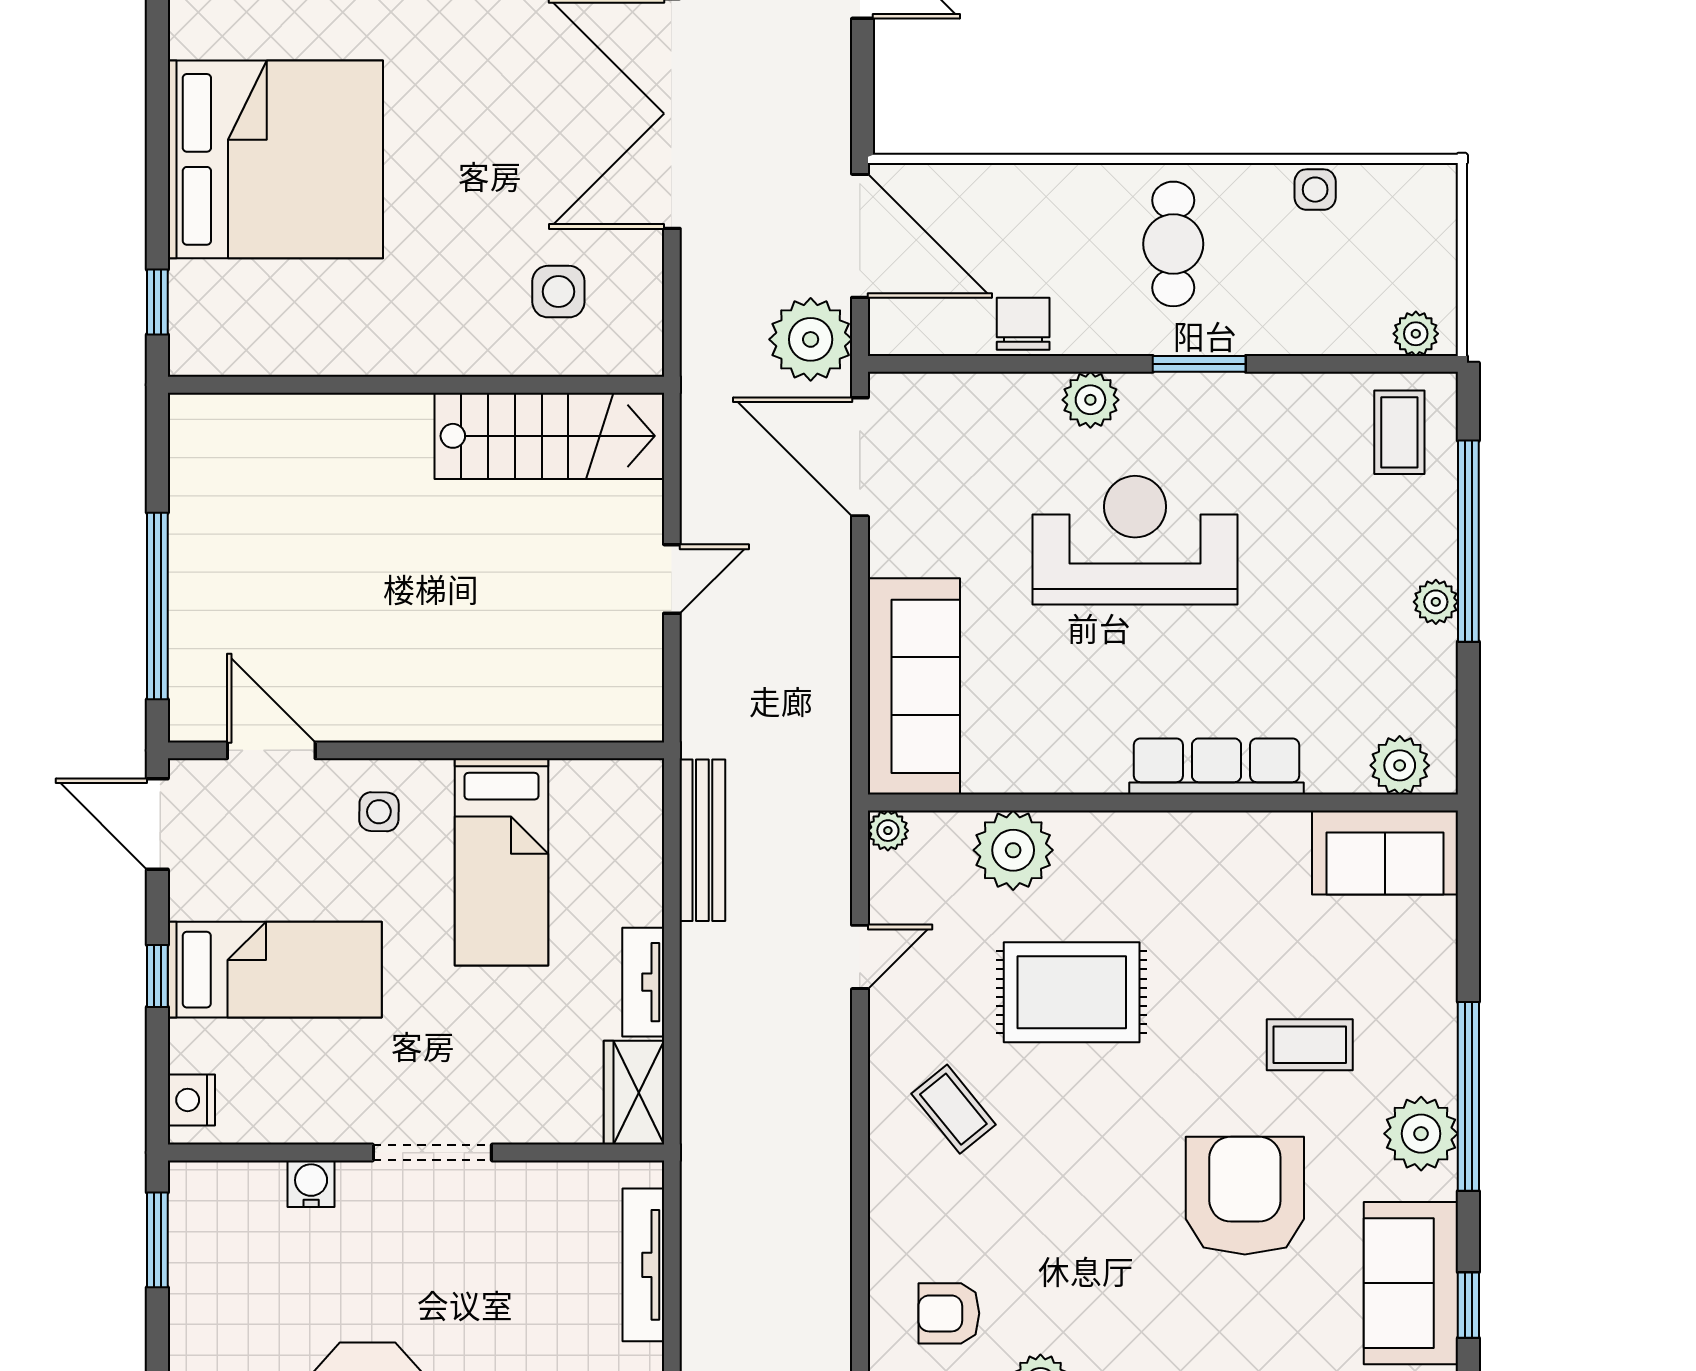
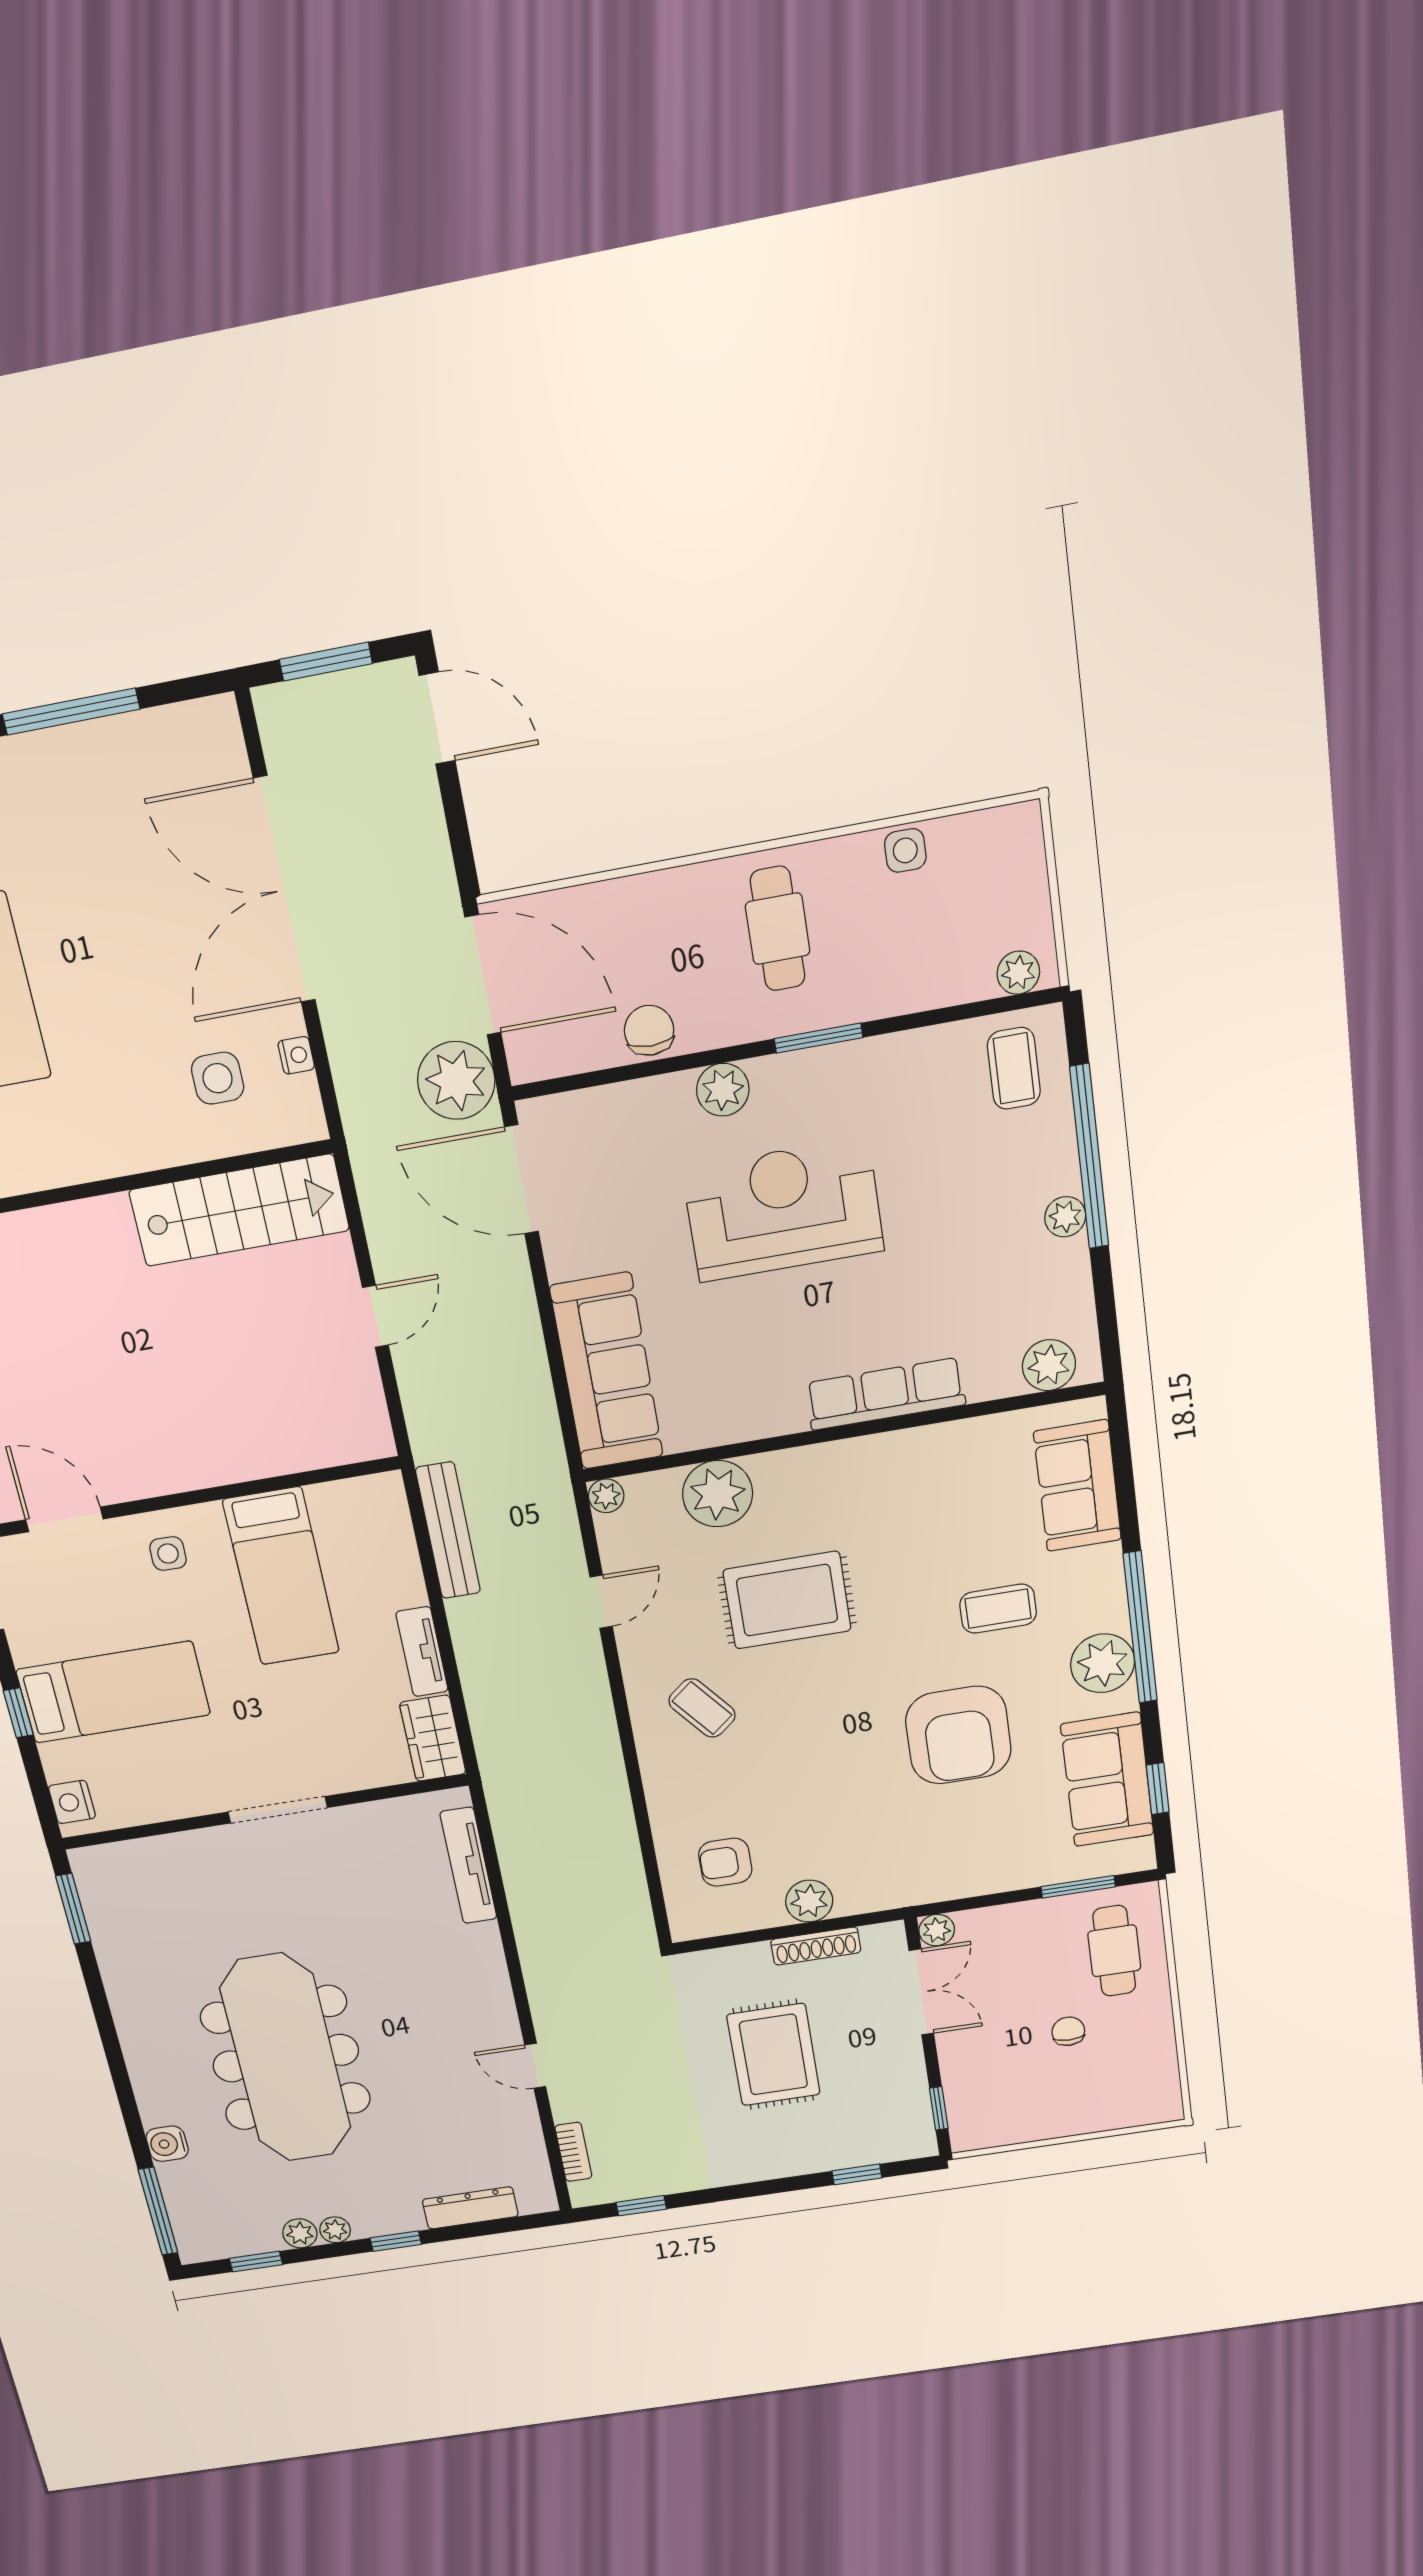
nightstand: (647, 283) -> (296, 1055), added
sofa: (1385, 853) -> (1078, 1486), moved, turned 90
water cooler: (311, 1184) -> (185, 1848), removed
armchair: (1245, 1196) -> (958, 1735), turned 180

